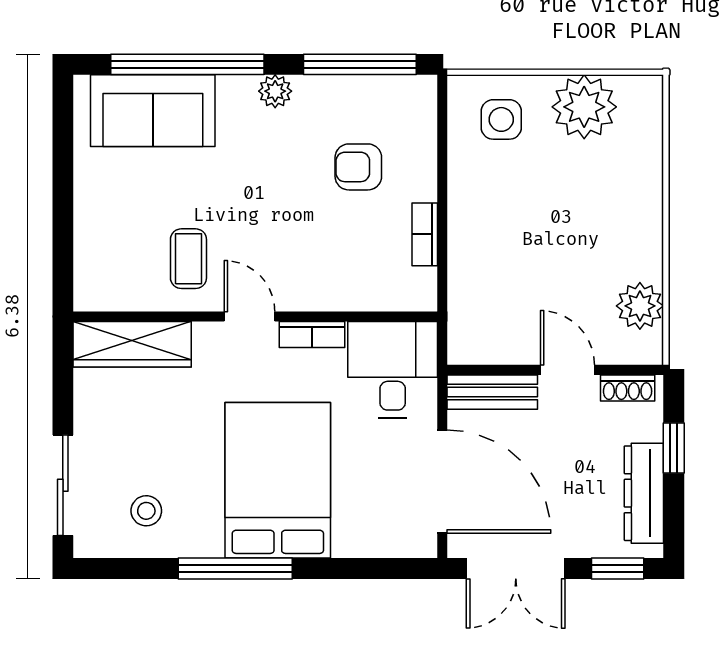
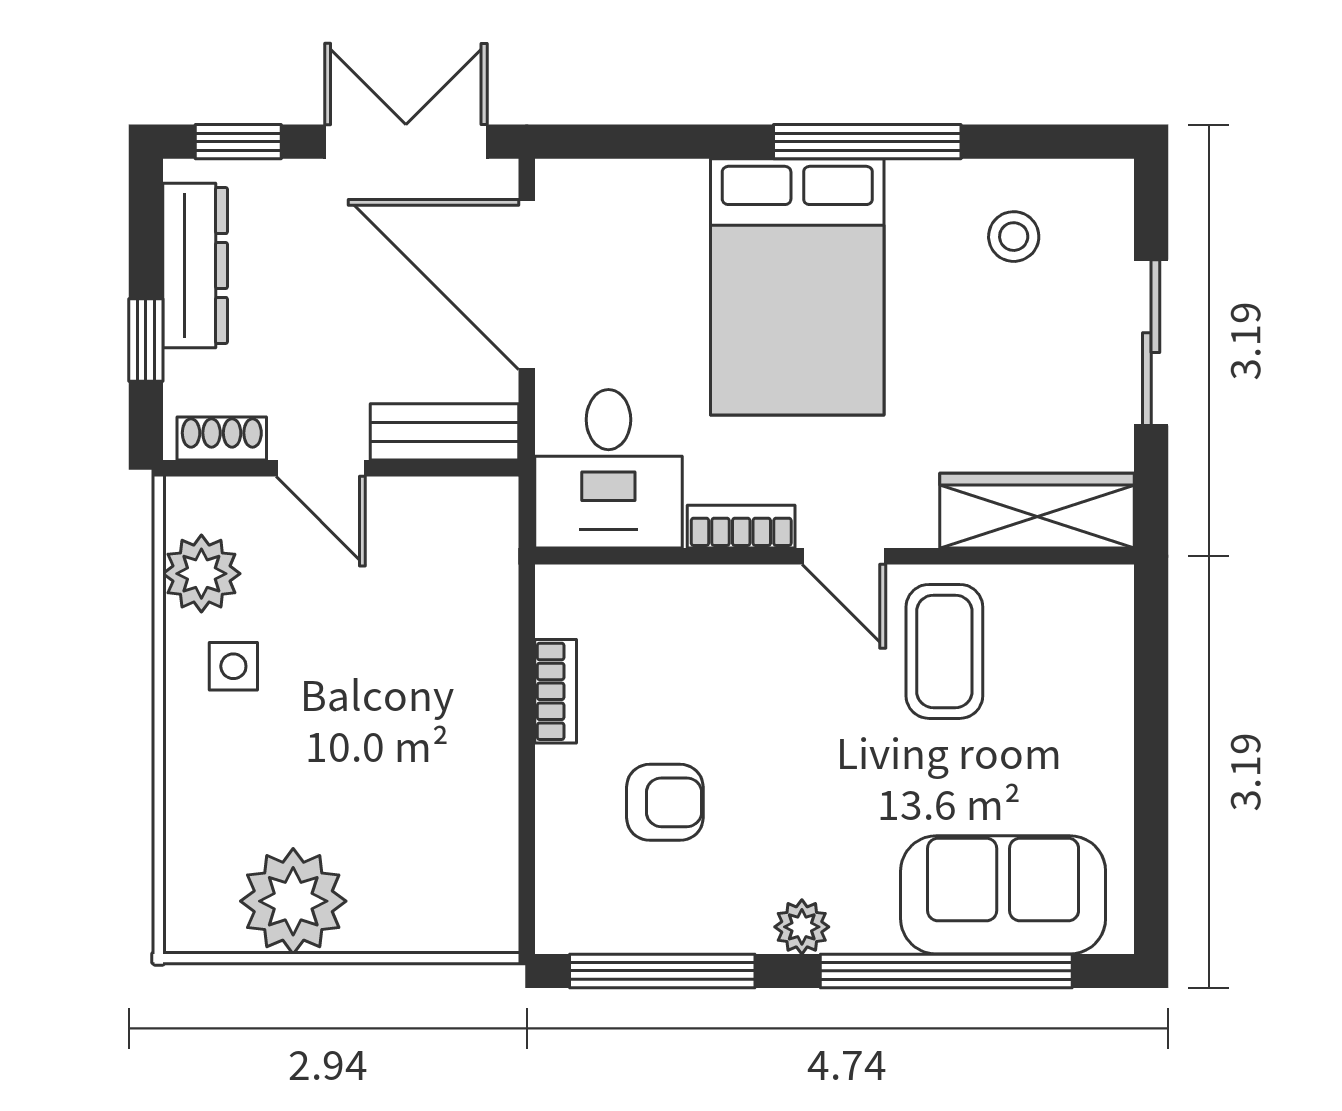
side table: (501, 119) -> (233, 666), moved, width x0.73, depth x0.73
coffee table: (188, 259) -> (944, 651), width x1.36, depth x1.30
sliding door: (63, 485) -> (1151, 343), moved

